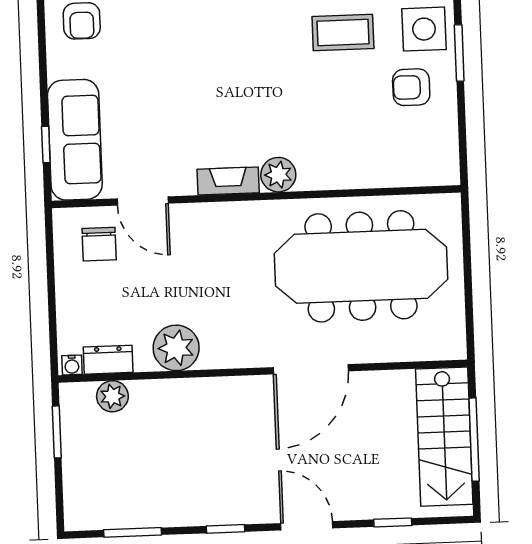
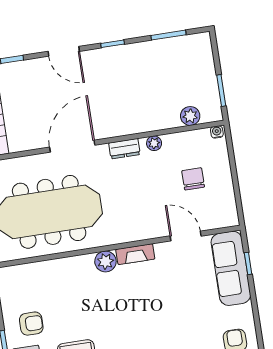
chair: (99, 244) -> (193, 179), moved
plant: (176, 348) -> (154, 143), width x0.53, depth x0.53
dresser: (108, 360) -> (124, 149), moved

